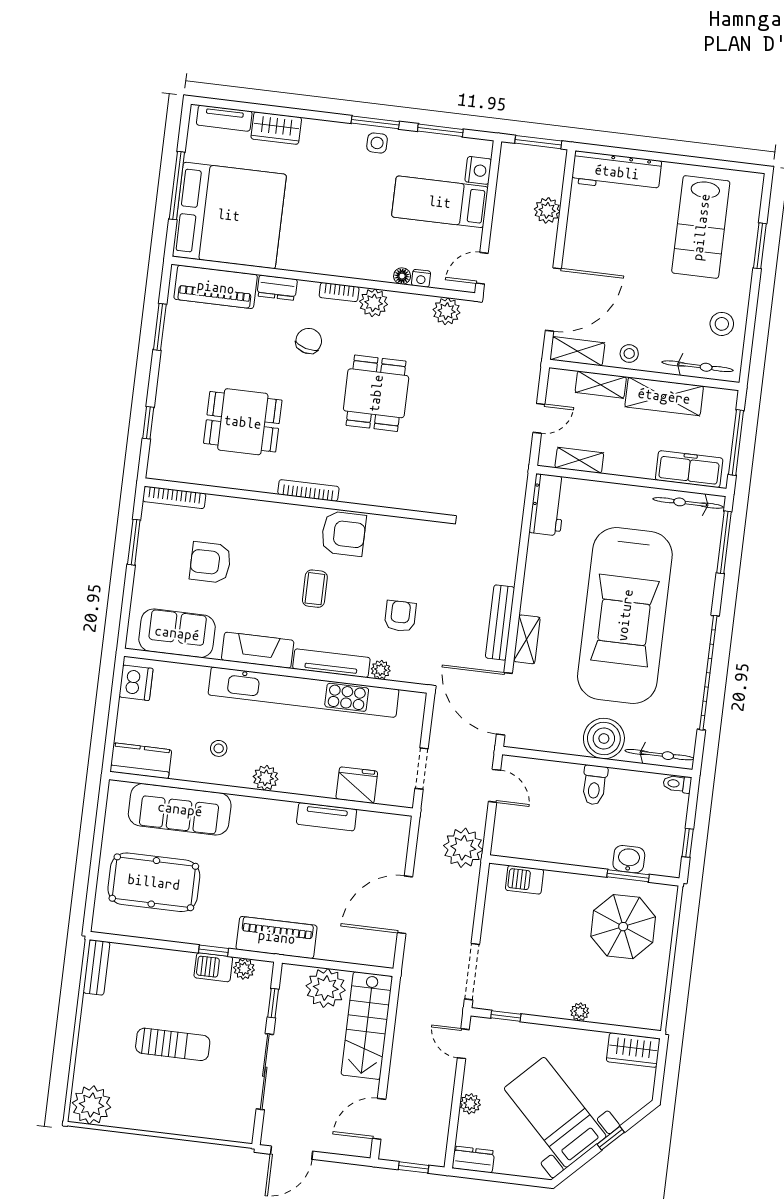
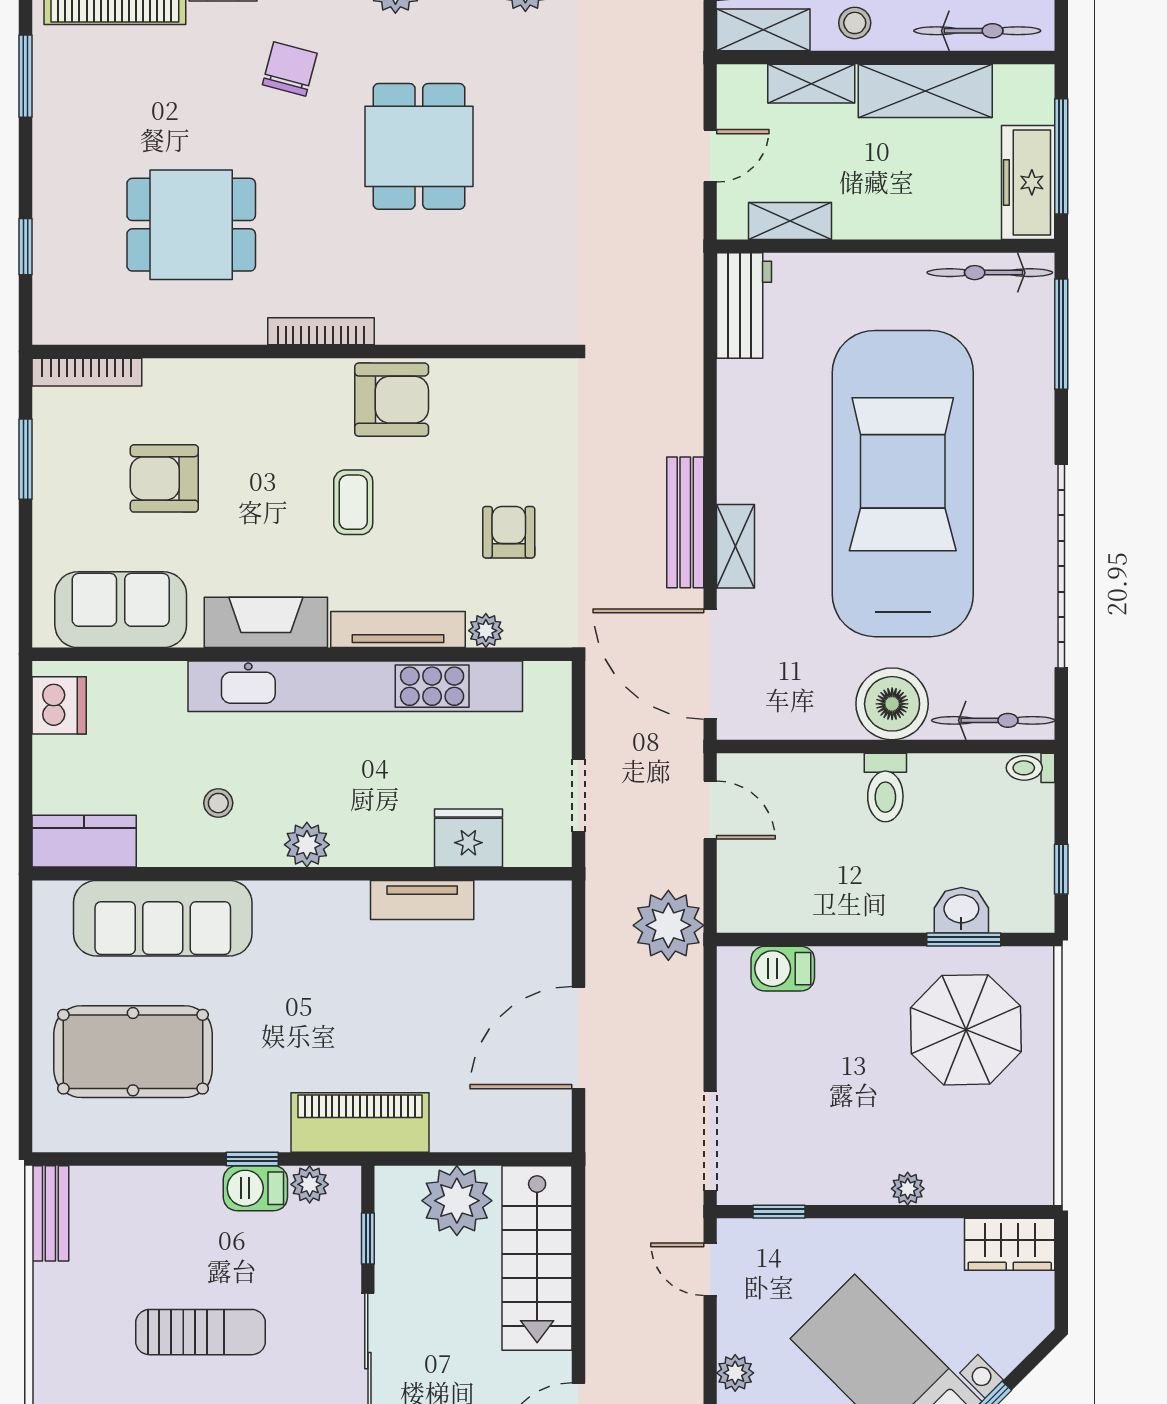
freezer: (689, 469) -> (1028, 182), moved, turned -90
car: (625, 615) -> (903, 484), turned 180

